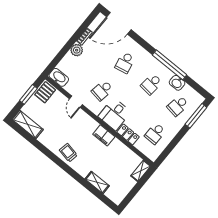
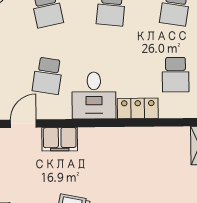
door: (76, 102) -> (23, 124), swing flipped
filing cabinet: (104, 135) -> (60, 139), moved

